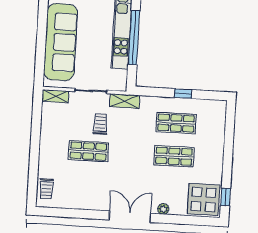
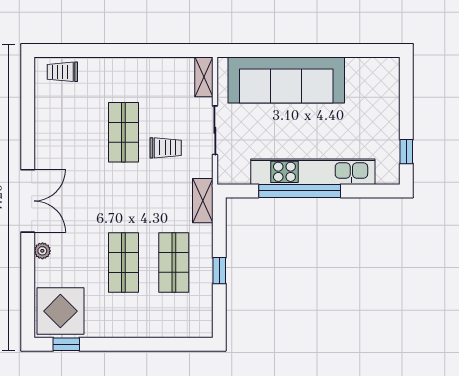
shelving: (125, 101) -> (203, 201), moved

